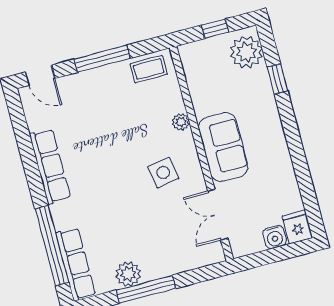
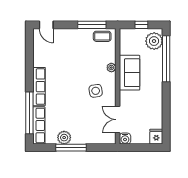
window: (102, 59) -> (92, 25), moved
window: (277, 79) -> (166, 59), width x3.17
sofa: (223, 147) -> (129, 73), moved
row of seats: (50, 166) -> (39, 87), moved
water cooler: (275, 237) -> (125, 139), moved

